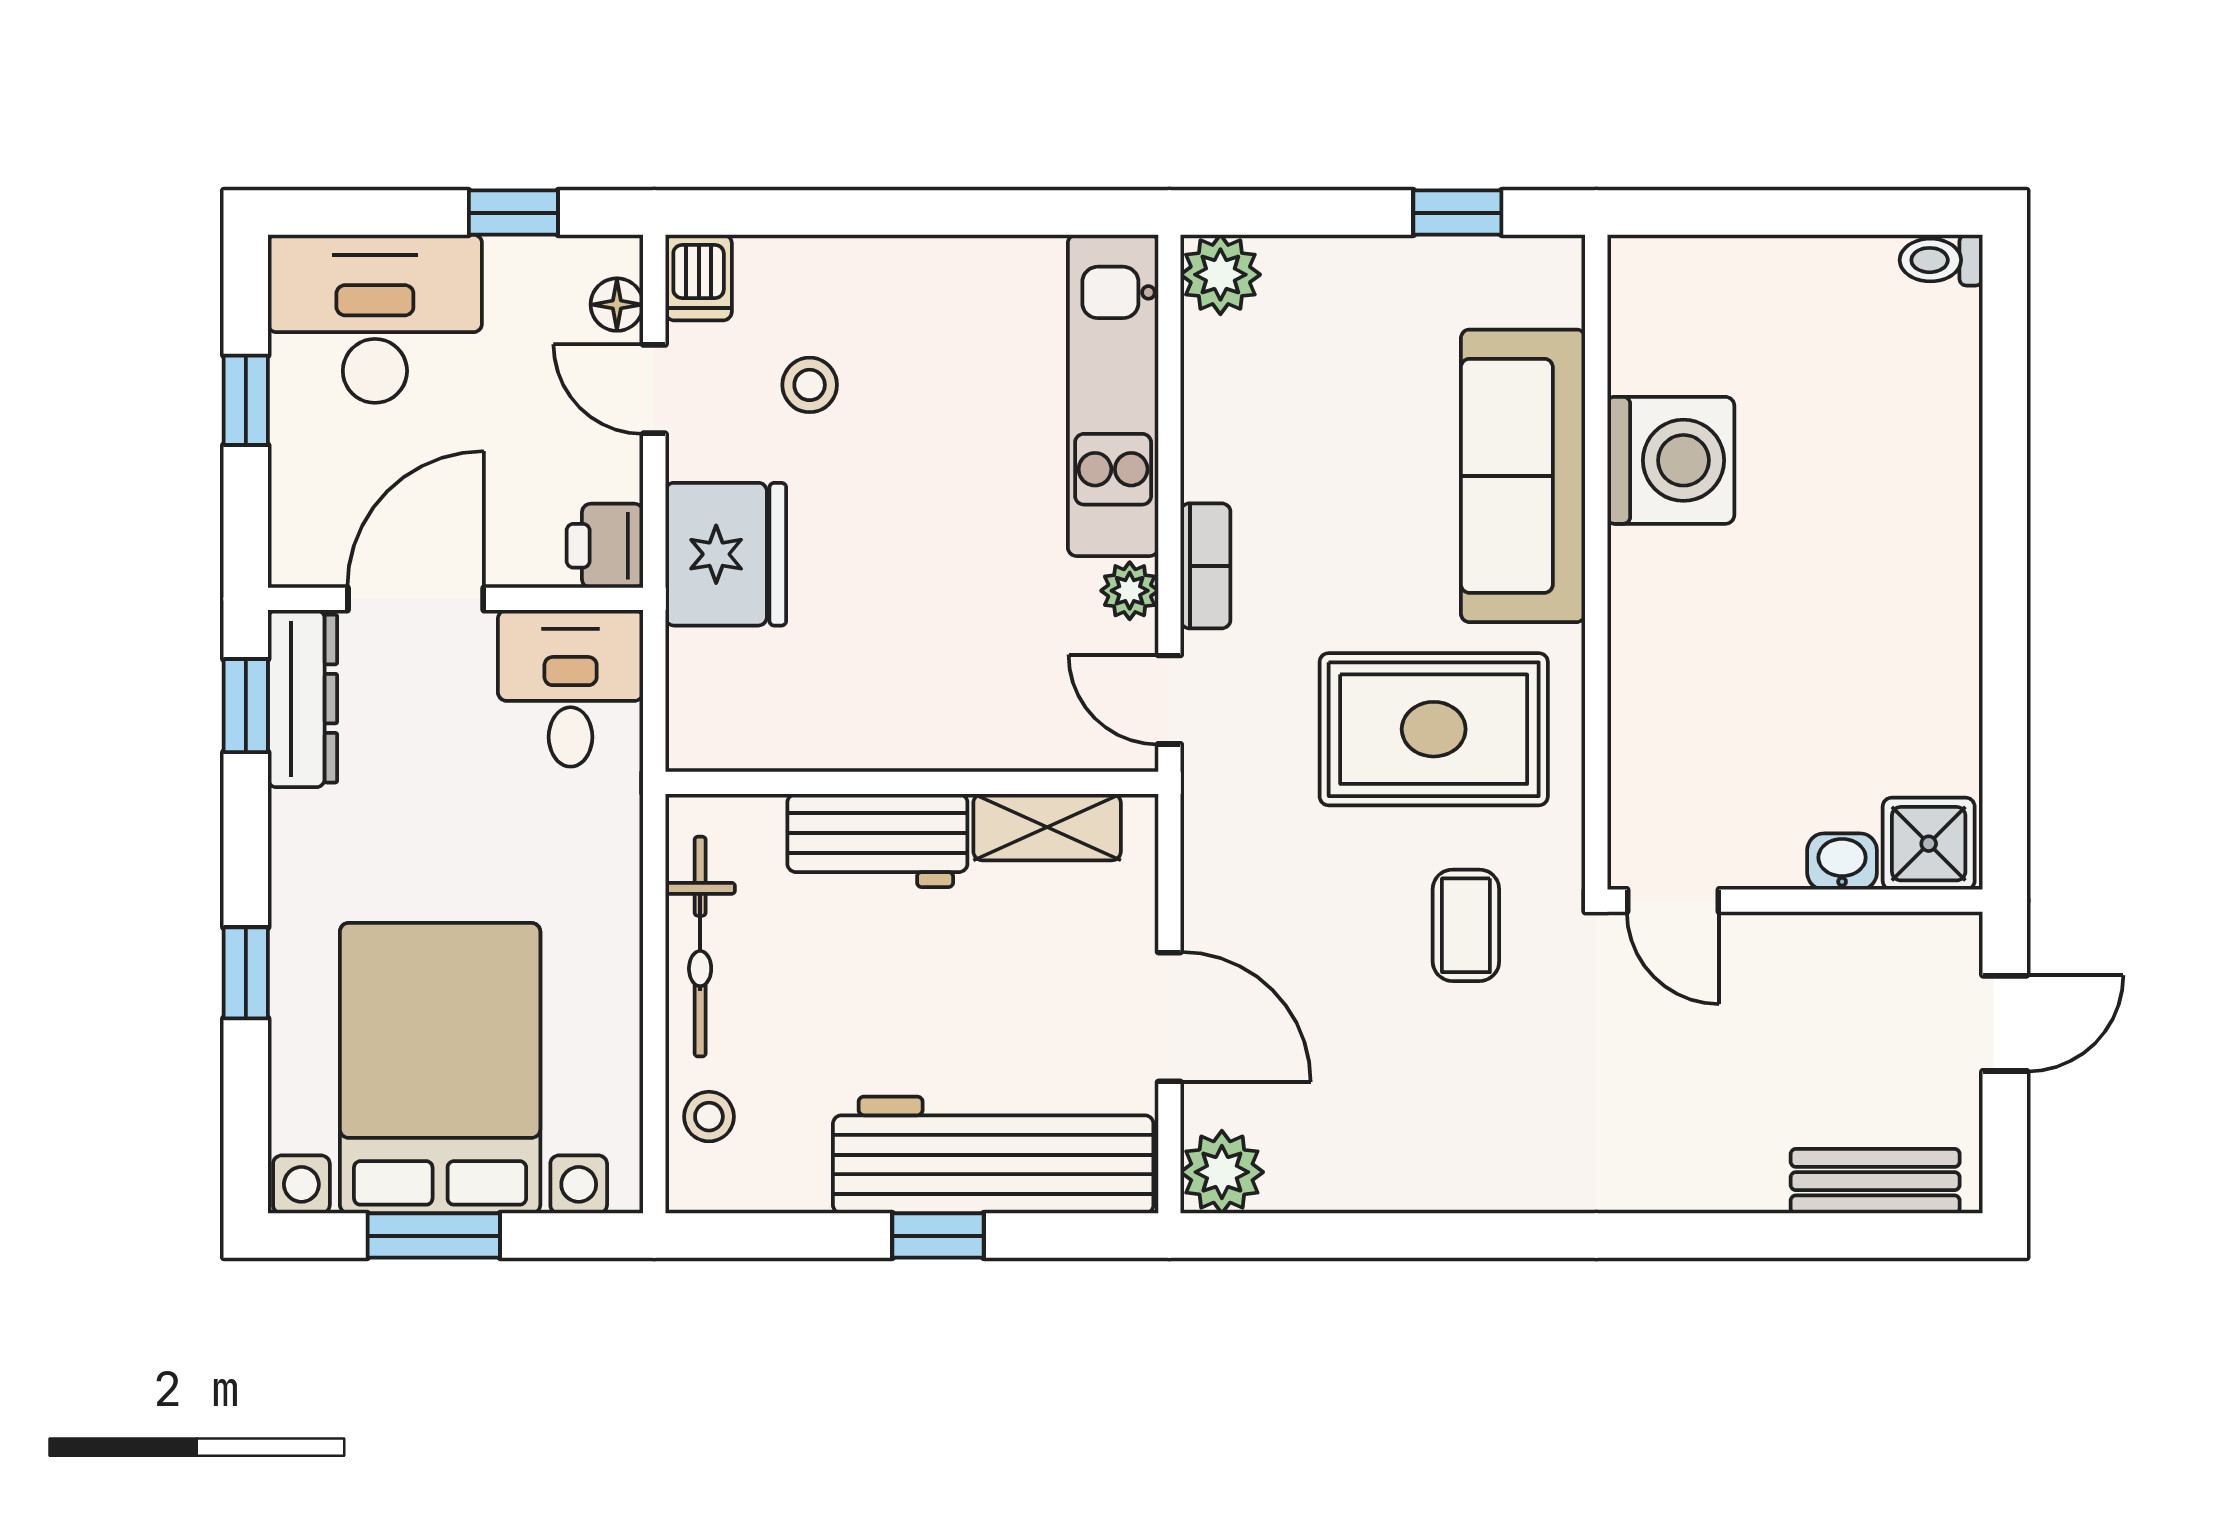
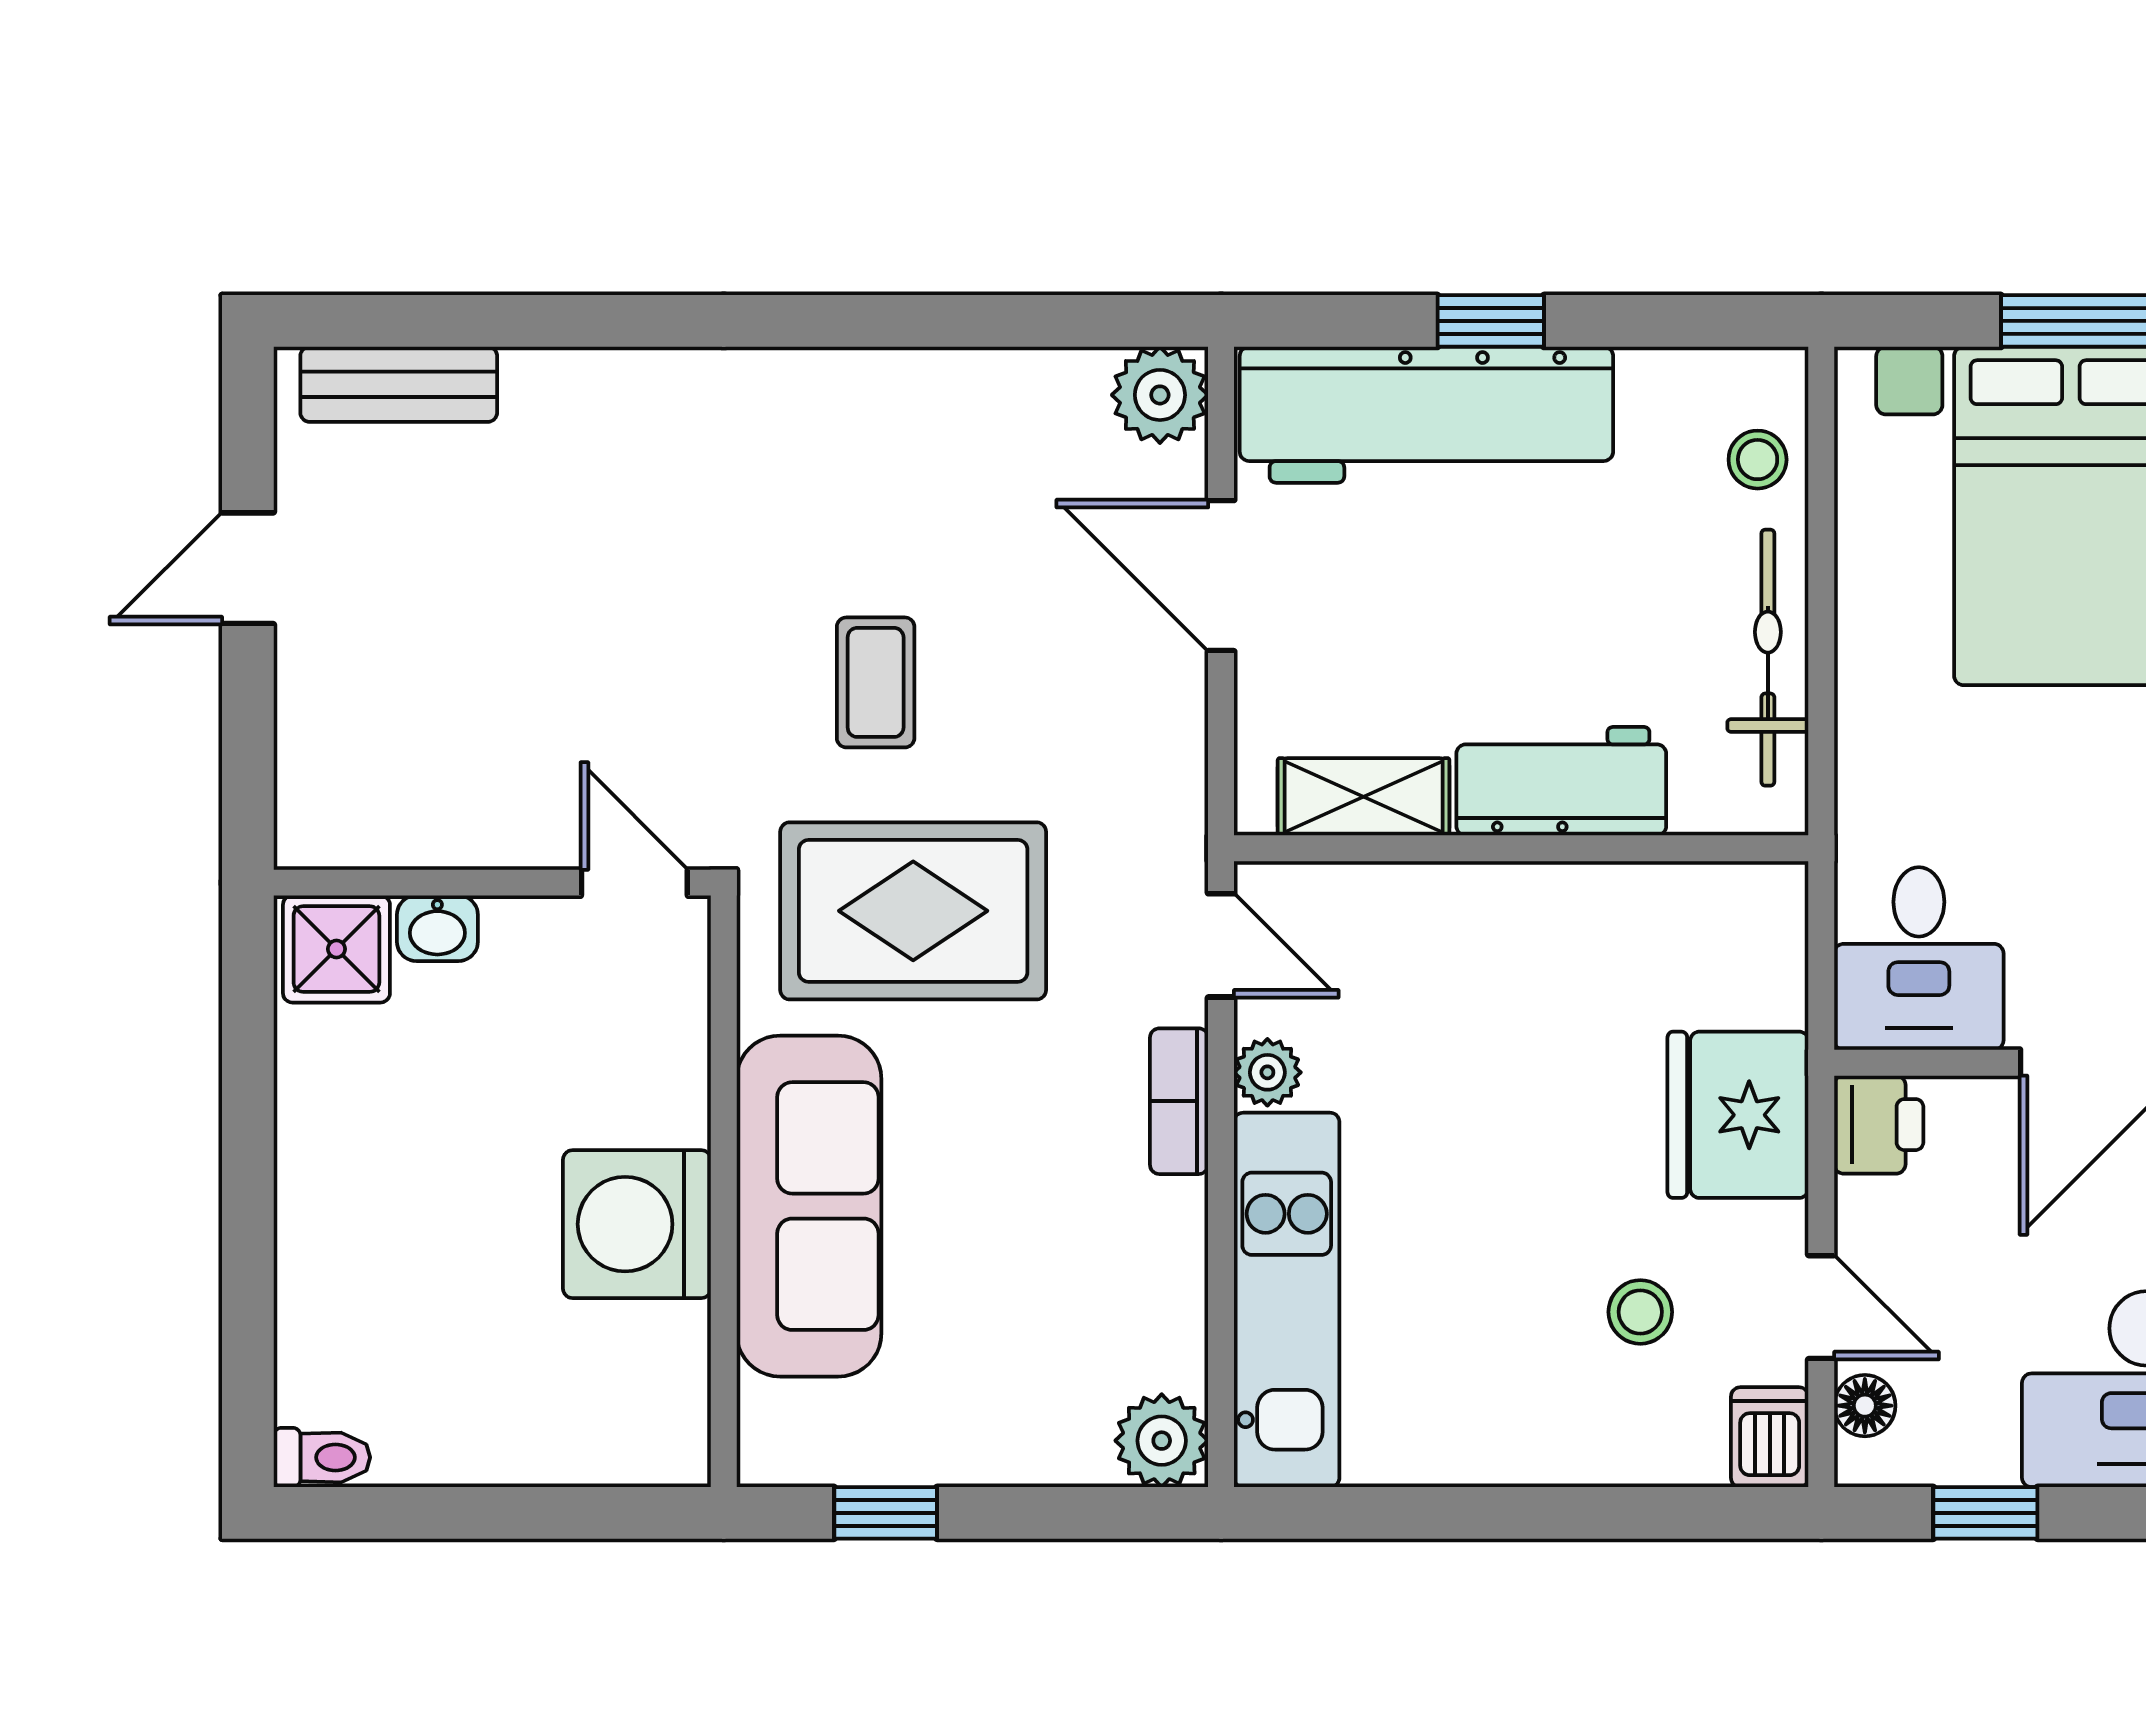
shower: (1929, 844) -> (336, 949), moved
washbasin: (1842, 861) -> (437, 928), moved
door: (1673, 901) -> (634, 883), moved
wall: (1795, 901) -> (492, 883), moved

